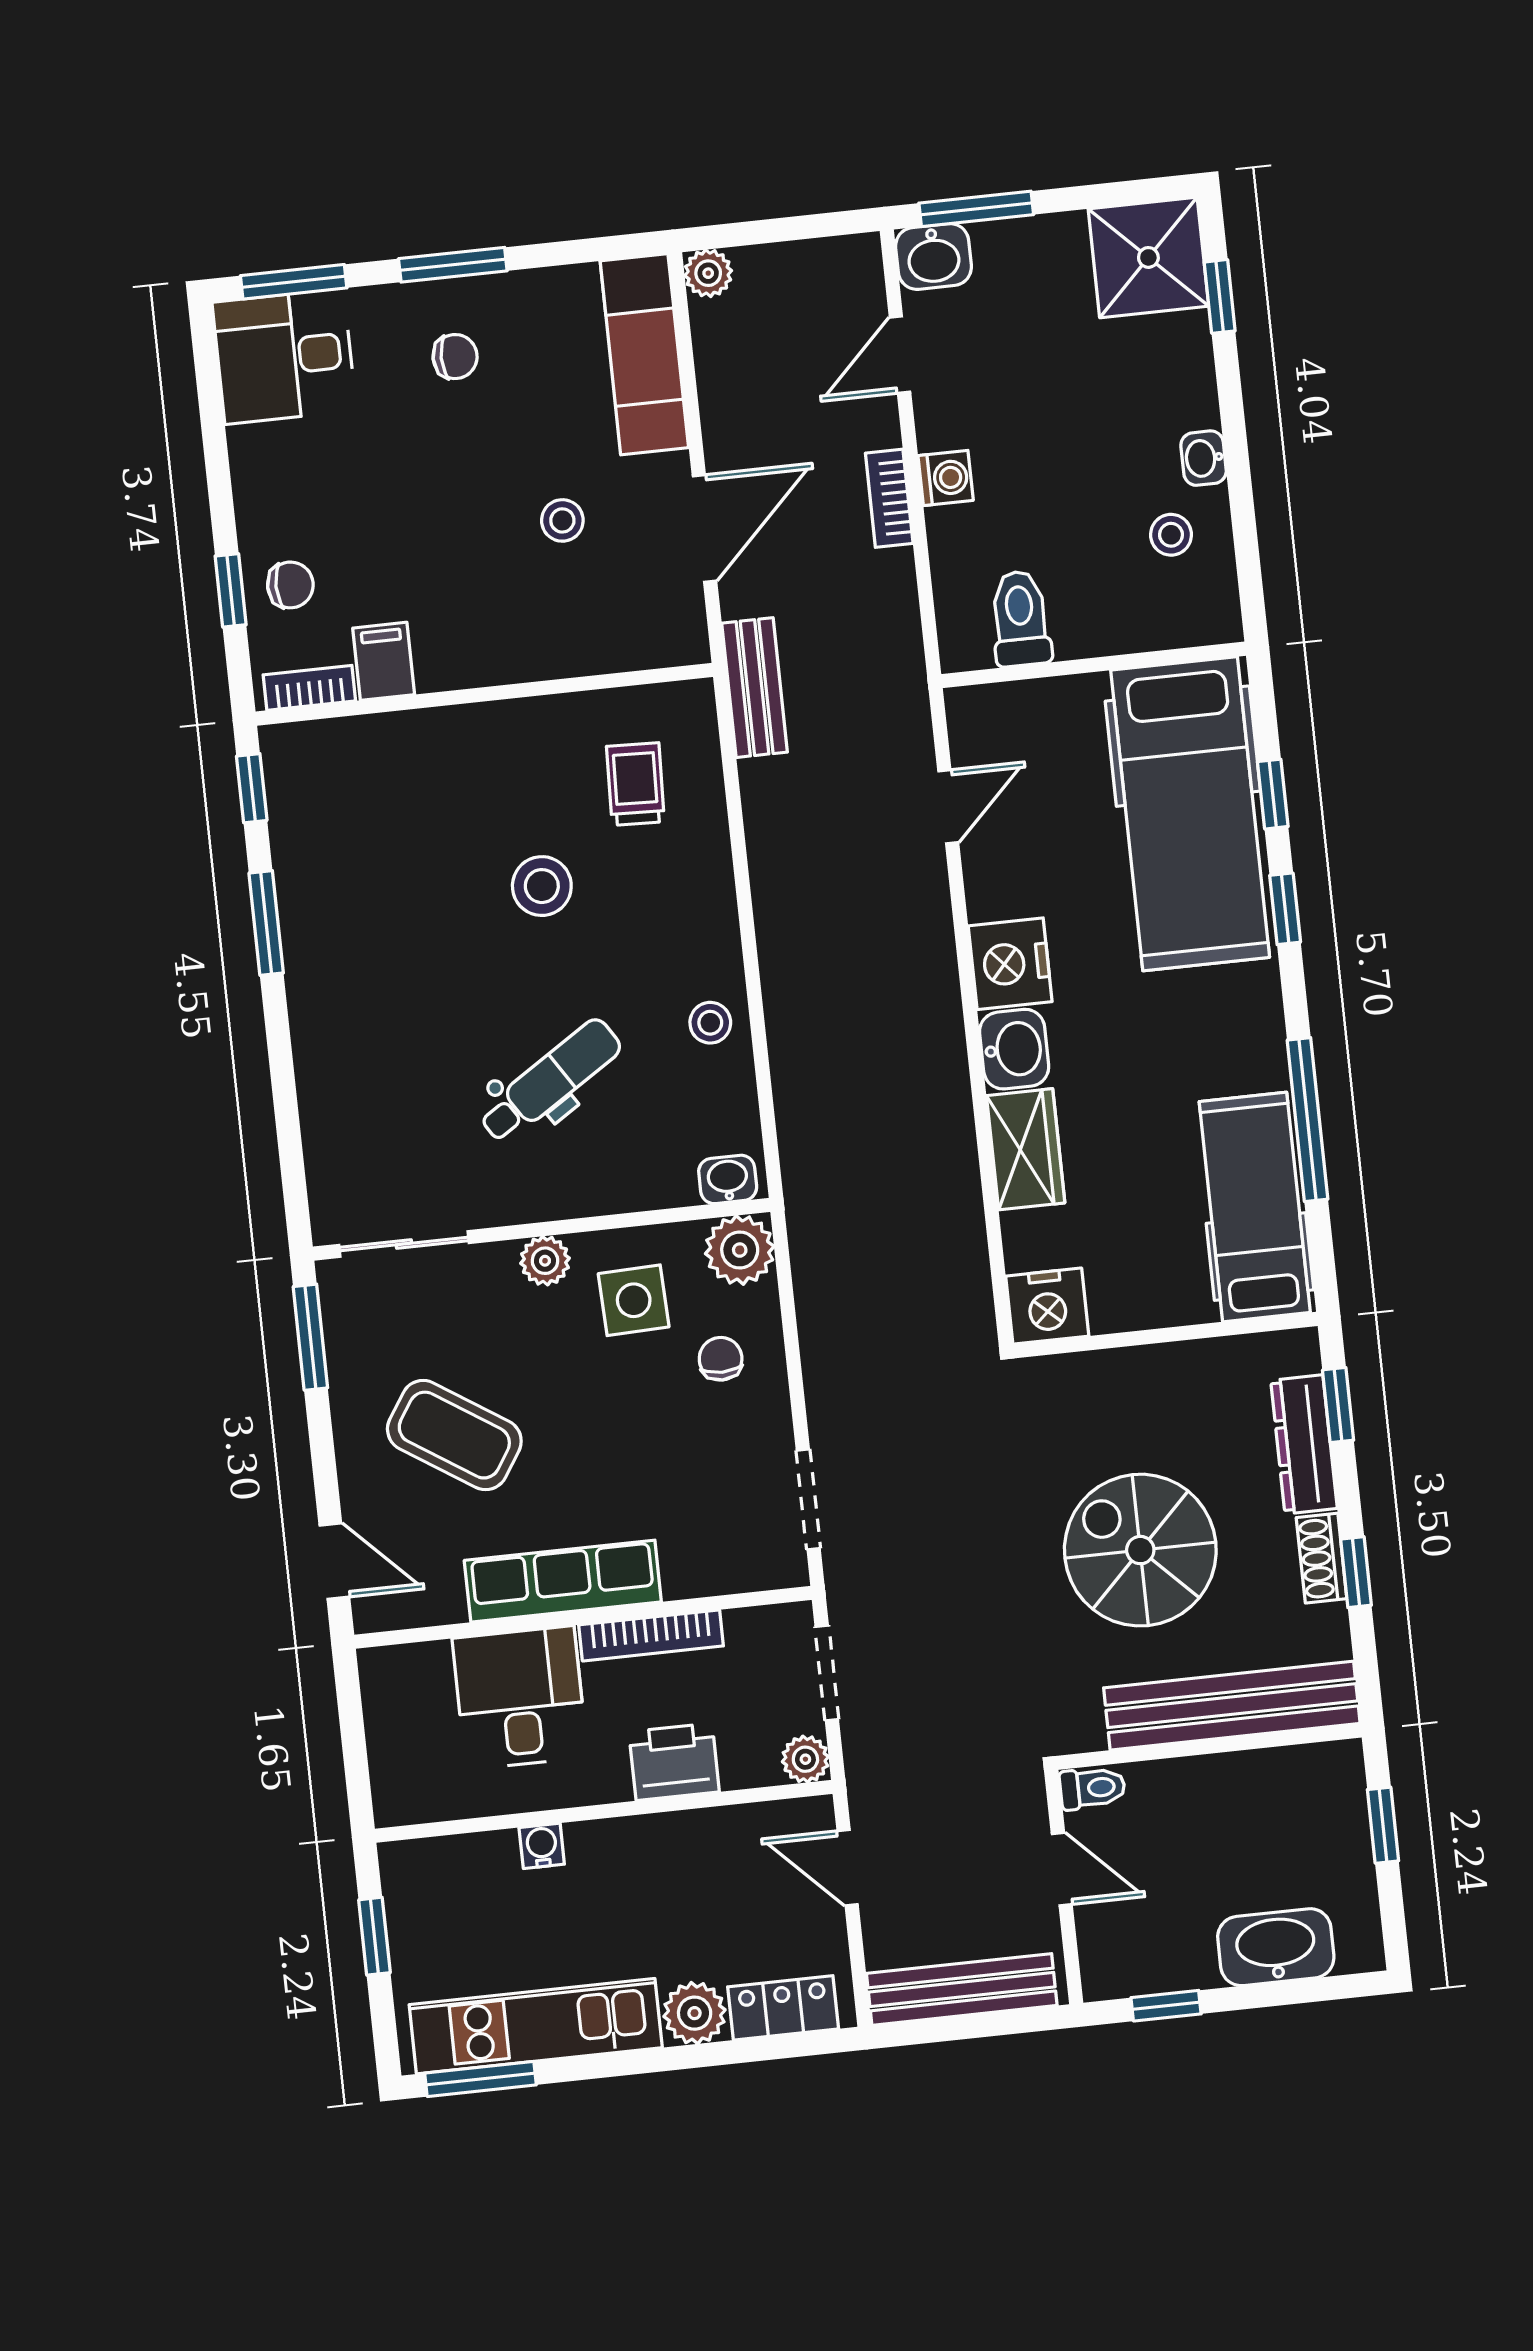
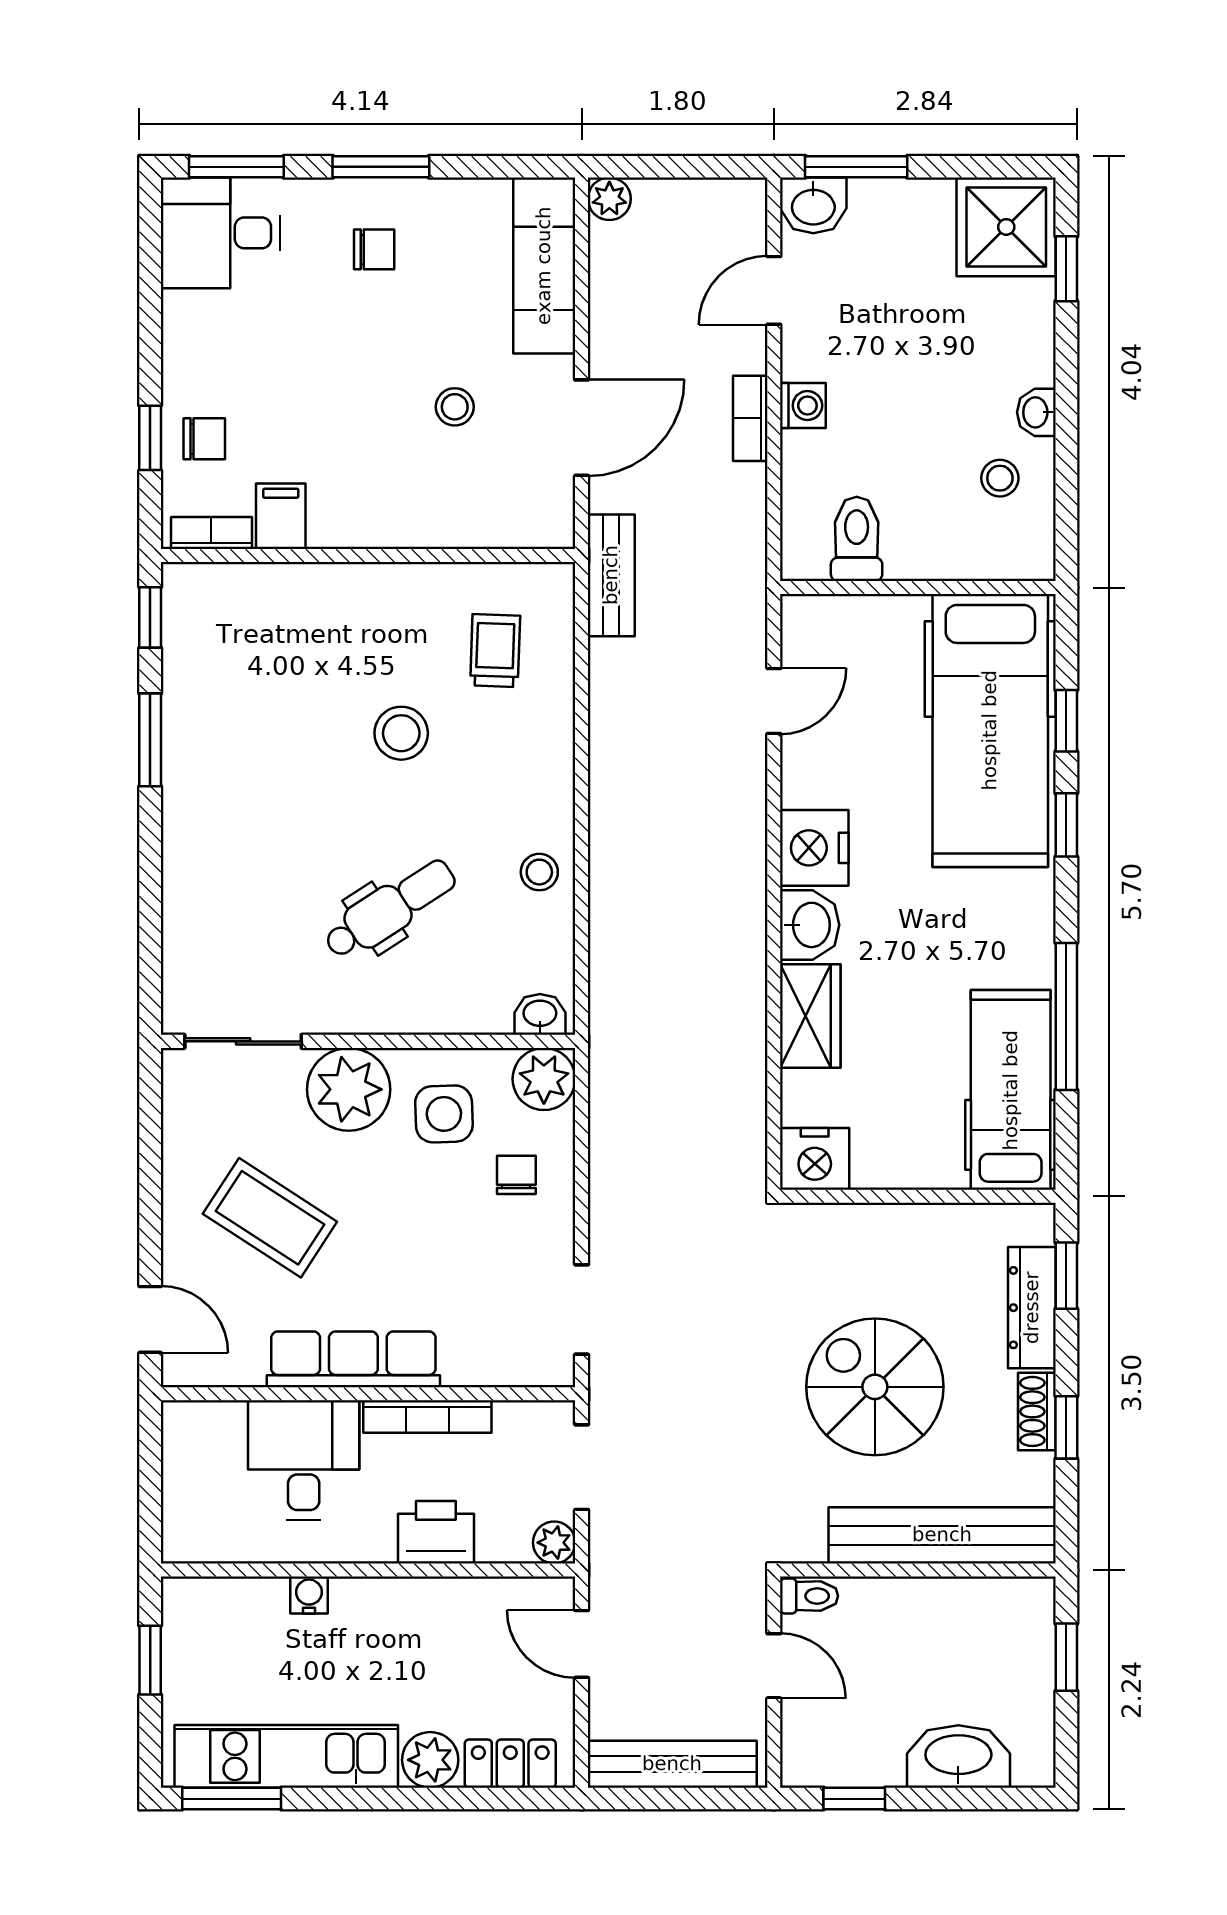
plant: (545, 1261) -> (349, 1089), width x1.87, depth x1.87
window: (310, 1337) -> (150, 1116), removed

